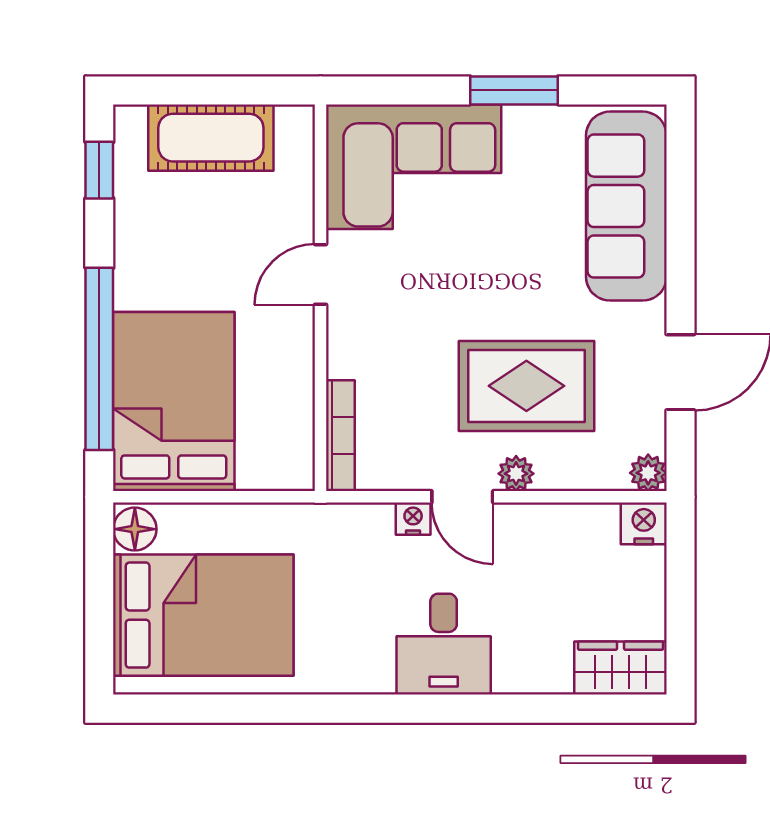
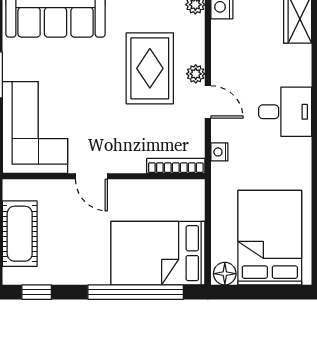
door: (462, 497) -> (208, 102), hinge flipped
nightstand: (413, 519) -> (219, 152), moved

